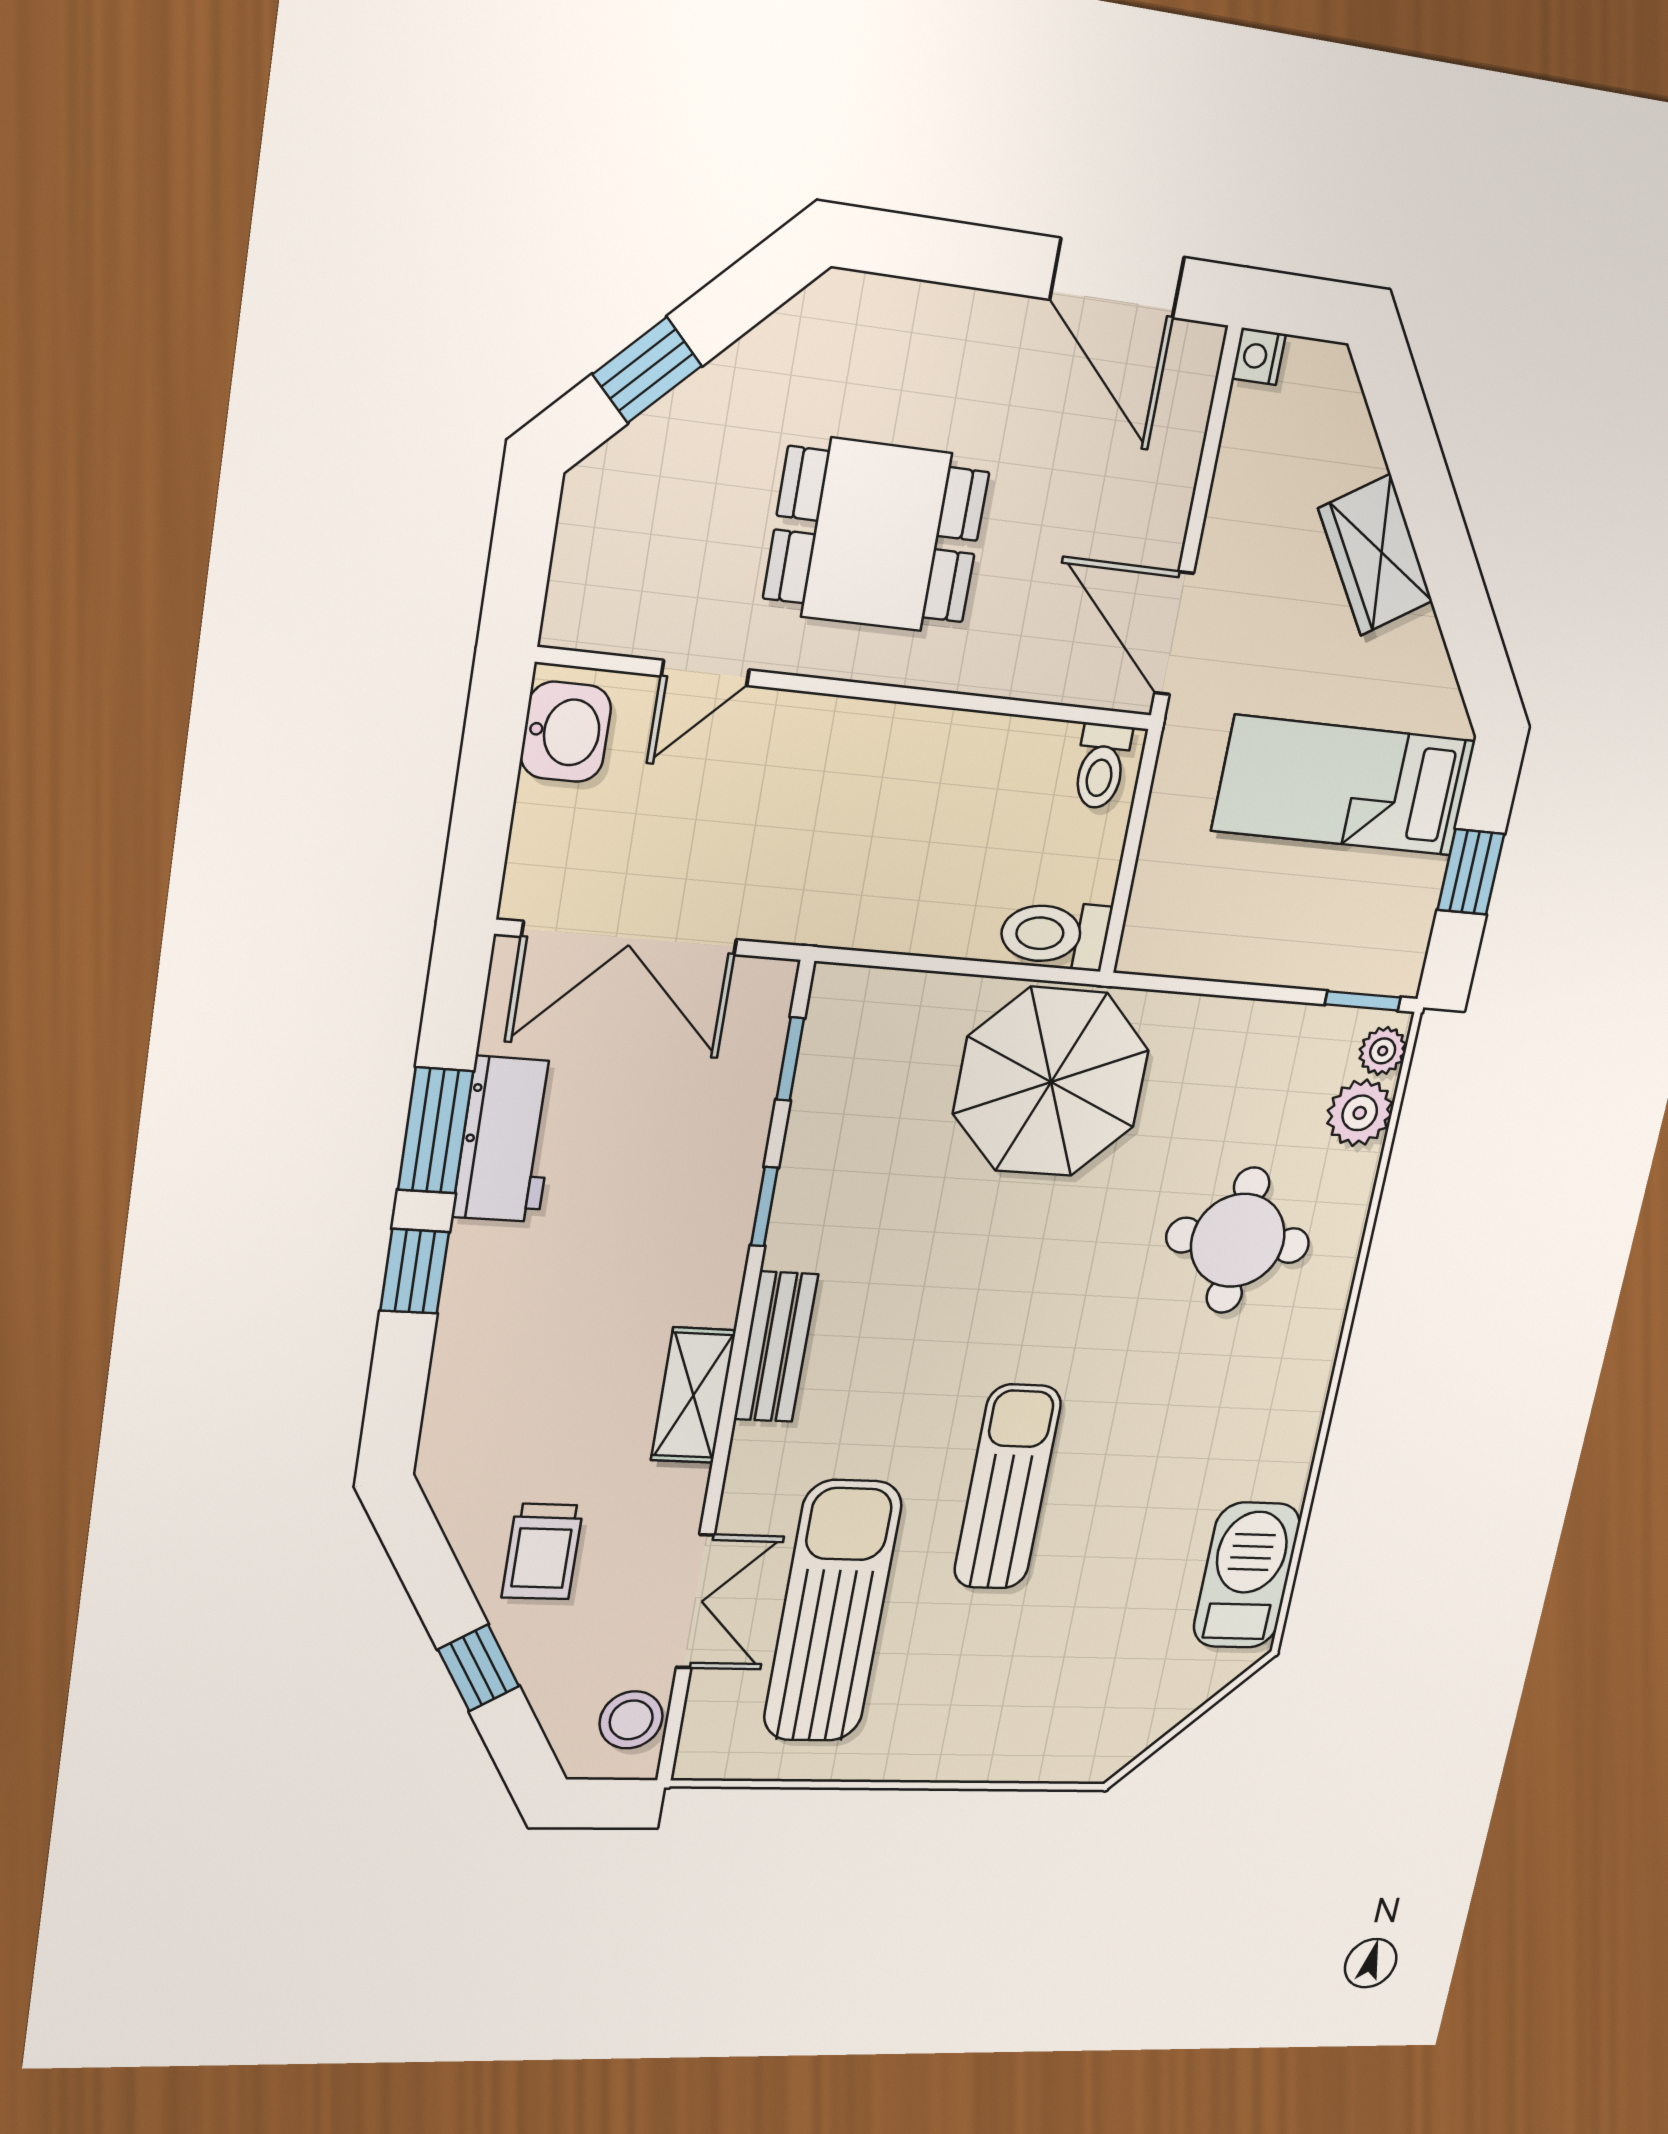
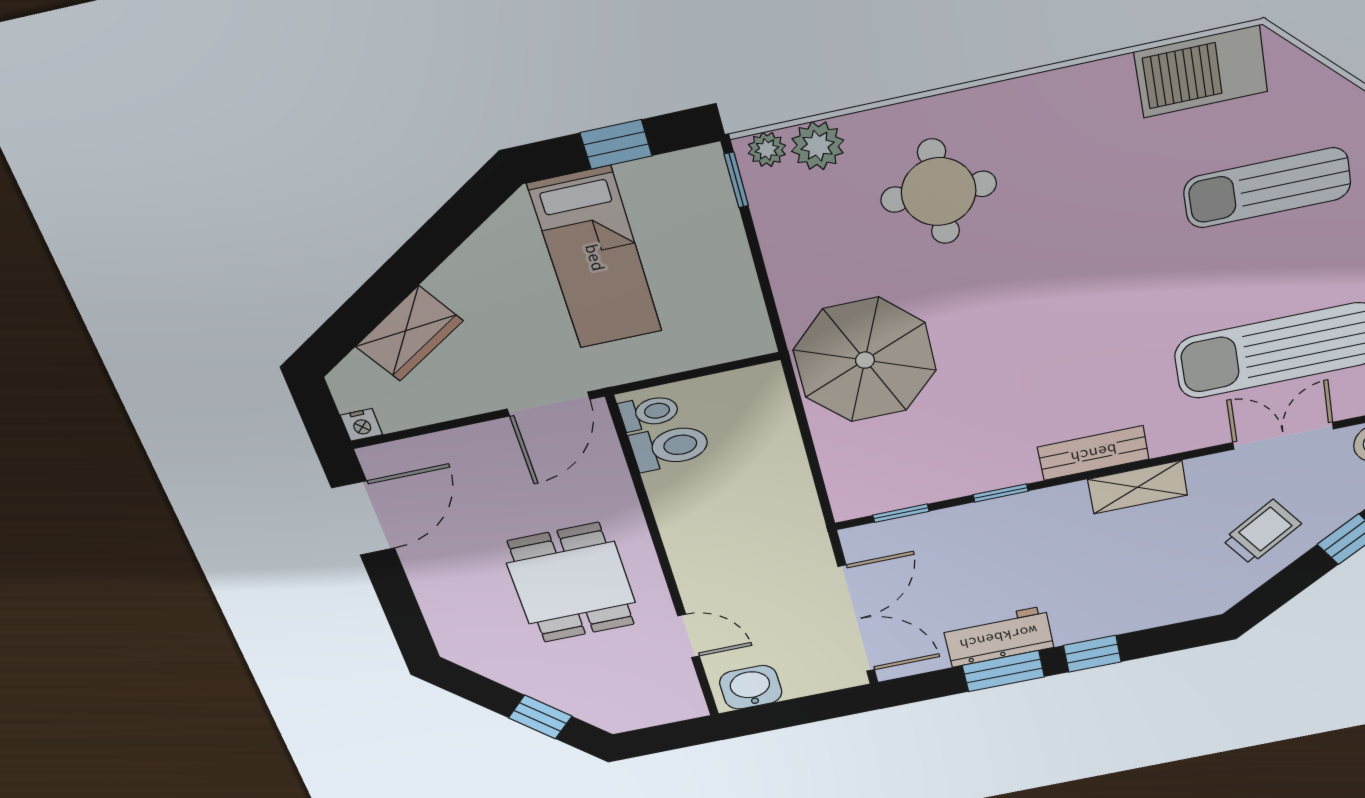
wardrobe: (1376, 555) -> (409, 334), moved
toilet: (1055, 935) -> (670, 447), moved, turned -90
sun lounger: (1007, 1487) -> (1267, 188), moved
trolley: (542, 1551) -> (1262, 532), turned -34

